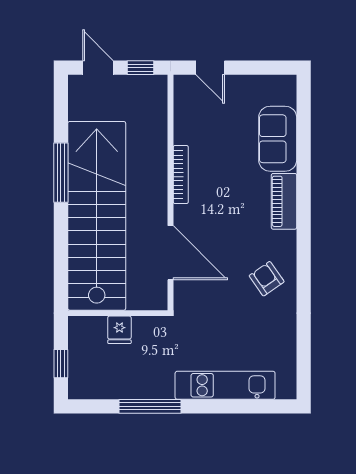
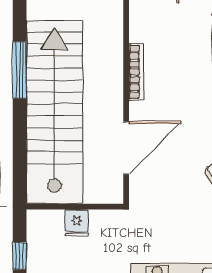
door: (170, 253) -> (126, 148), hinge flipped

